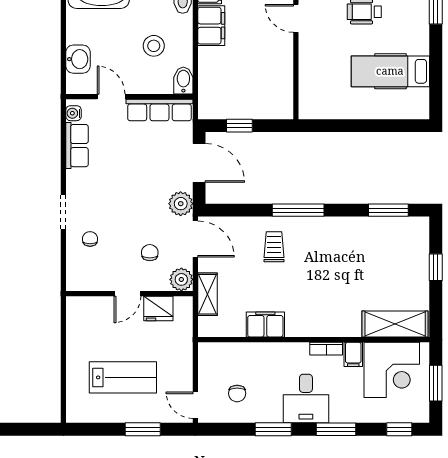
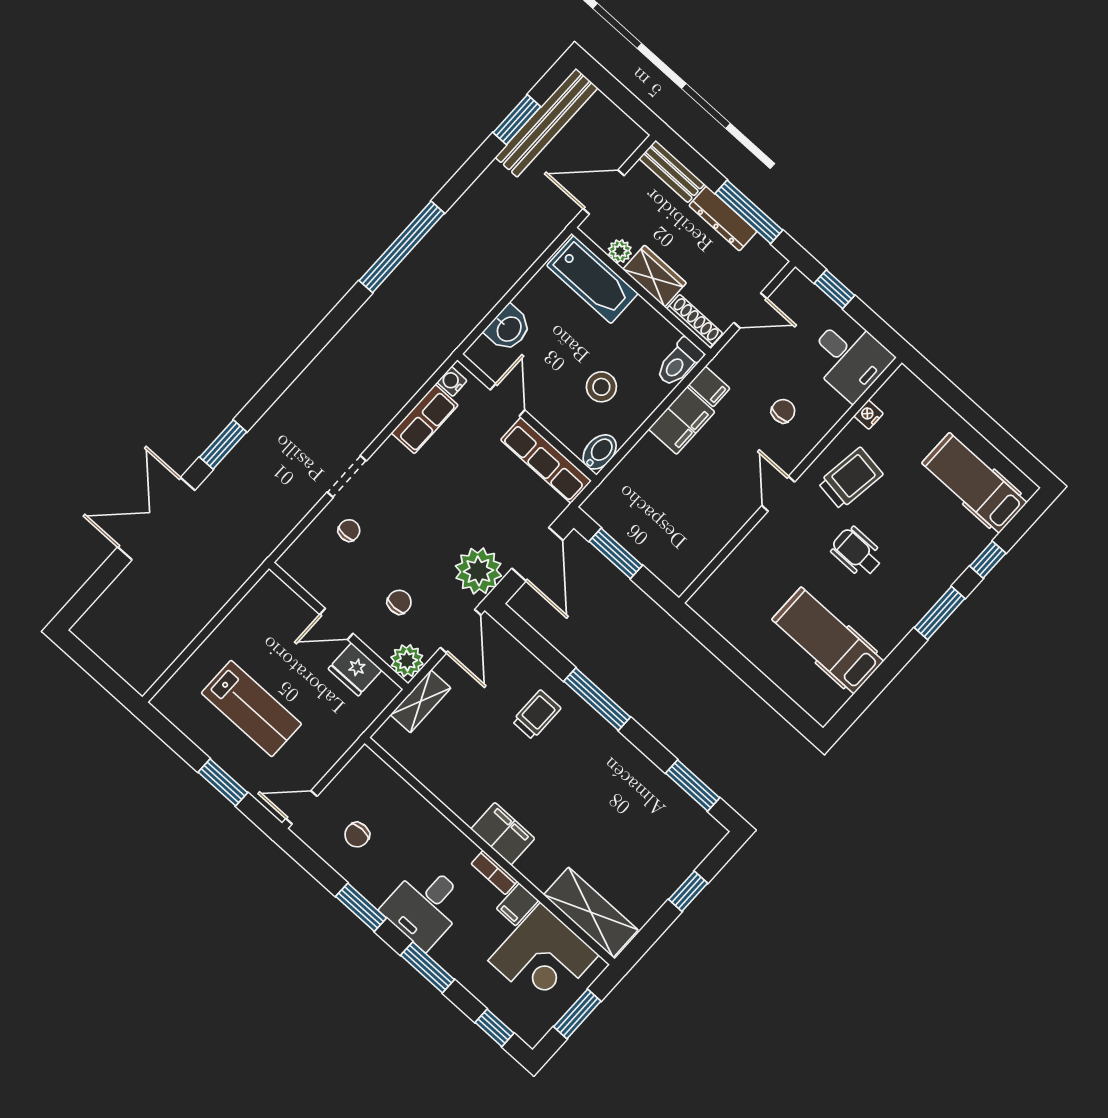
window: (239, 126) -> (616, 553), width x1.50
plant: (181, 204) -> (478, 571), width x1.36, depth x1.36
filing cabinet: (265, 324) -> (503, 834), moved
door: (195, 405) -> (302, 807), hinge flipped

